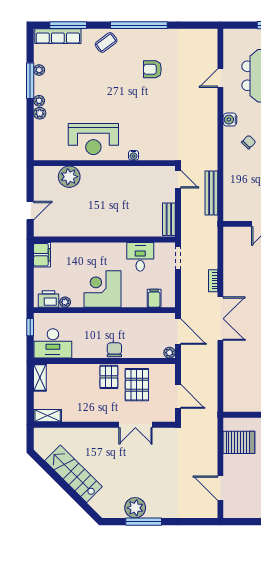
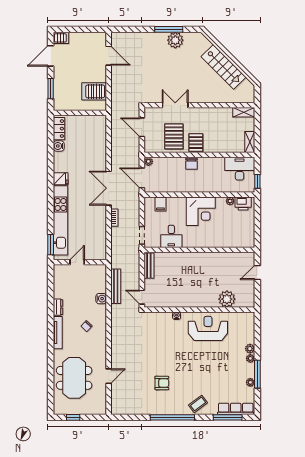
water cooler: (230, 120) -> (101, 299), moved
filing cabinet: (42, 255) -> (248, 238), removed

